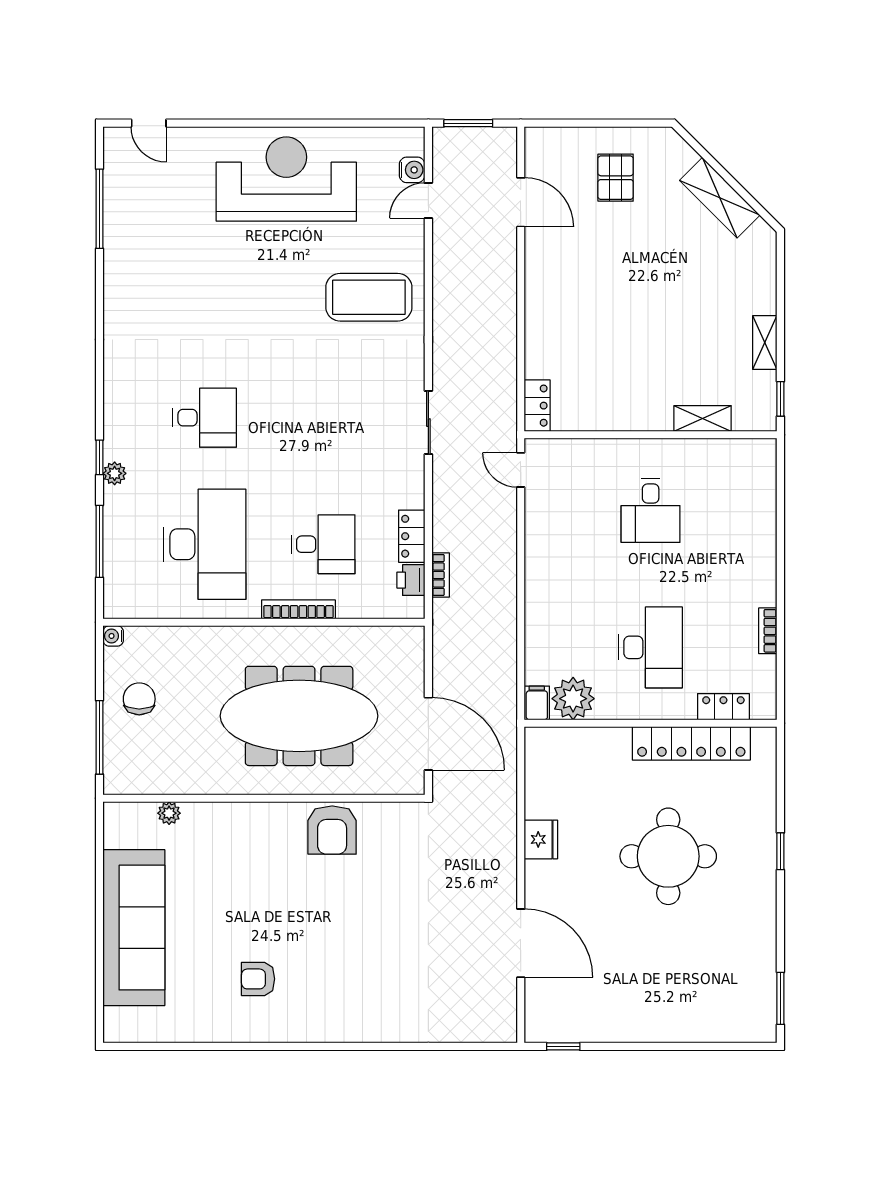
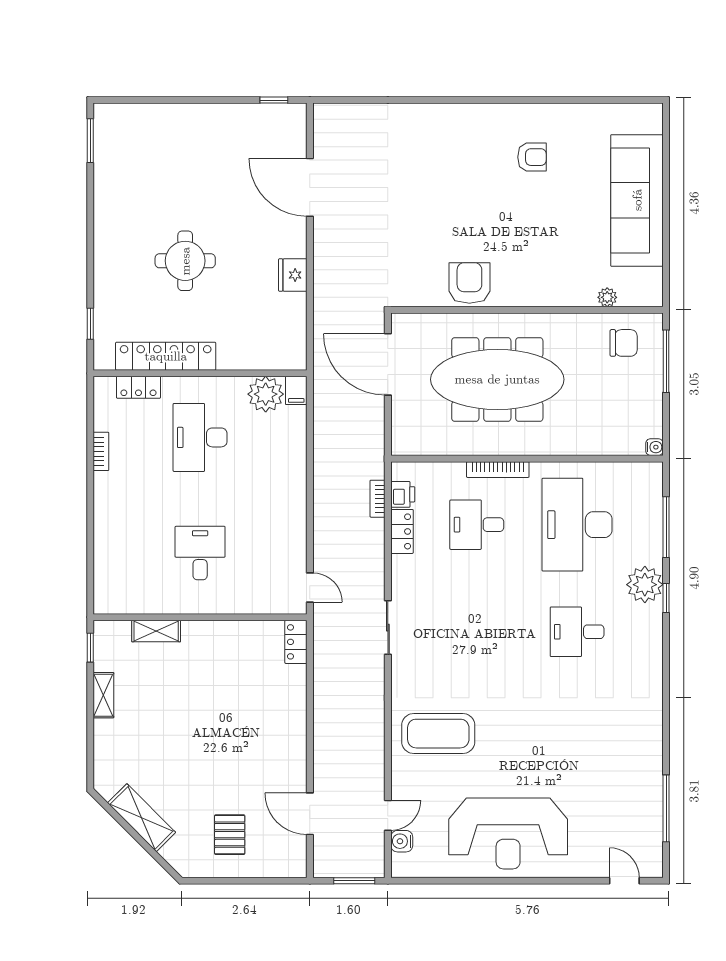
plant: (115, 473) -> (645, 585), width x1.88, depth x1.88
chair: (139, 699) -> (624, 343), moved, turned -90
window: (780, 851) -> (90, 324), moved
round table: (668, 856) -> (185, 261), width x0.73, depth x0.73

